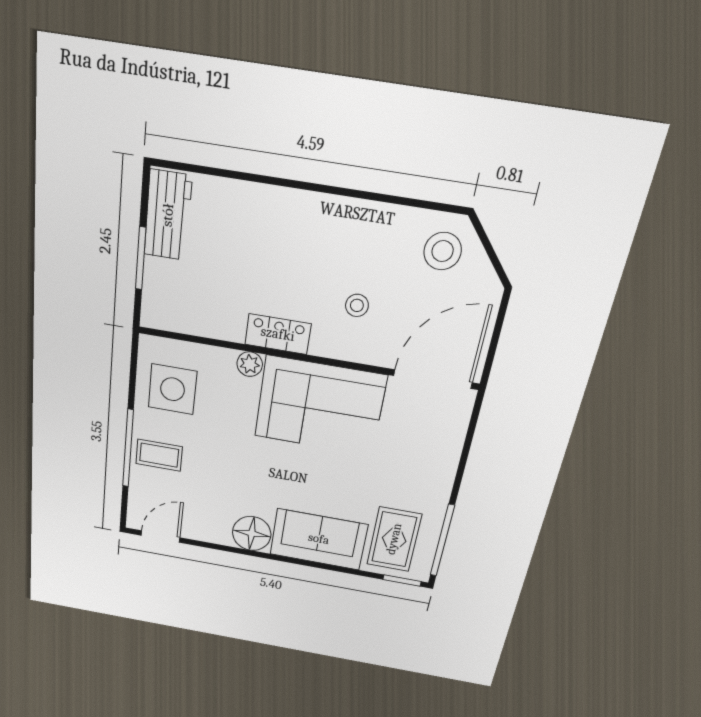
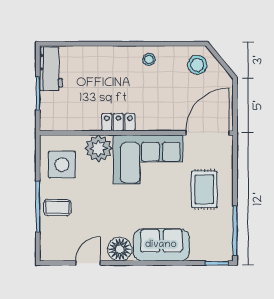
stool: (357, 305) -> (149, 59), moved
plant: (250, 364) -> (98, 148), width x1.88, depth x1.88
door: (160, 537) -> (88, 263), moved
rug: (394, 539) -> (204, 189), moved

